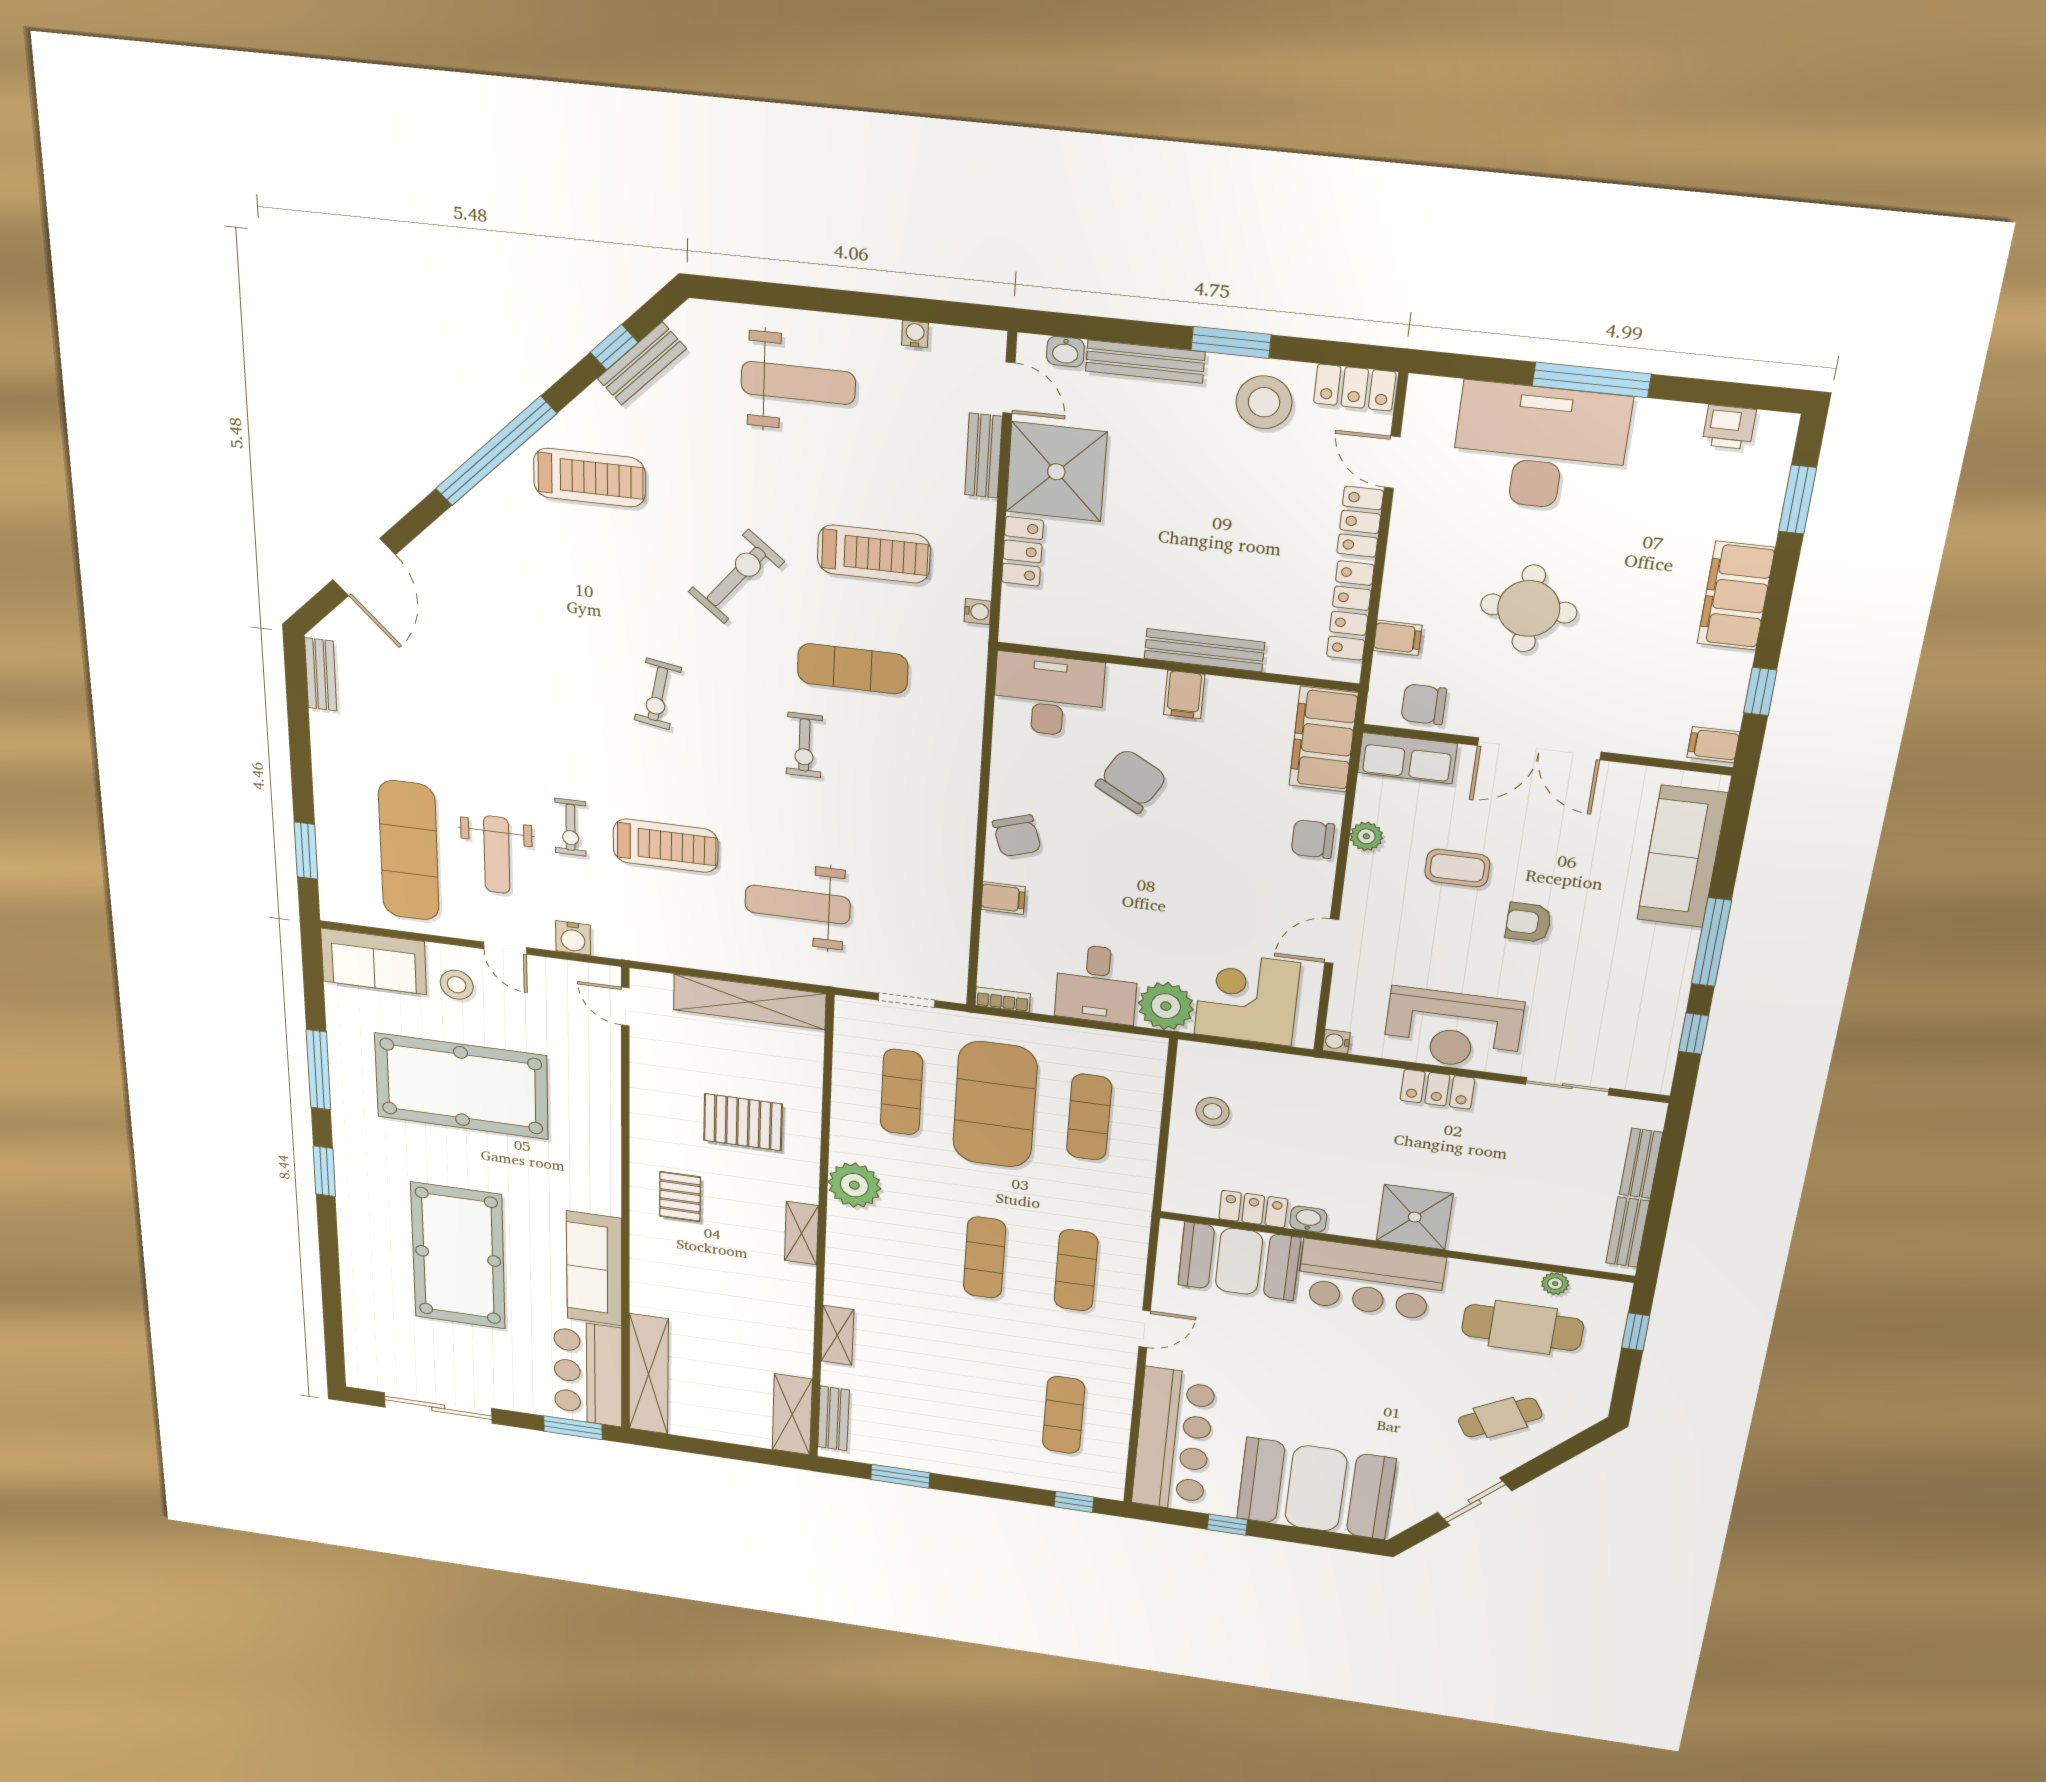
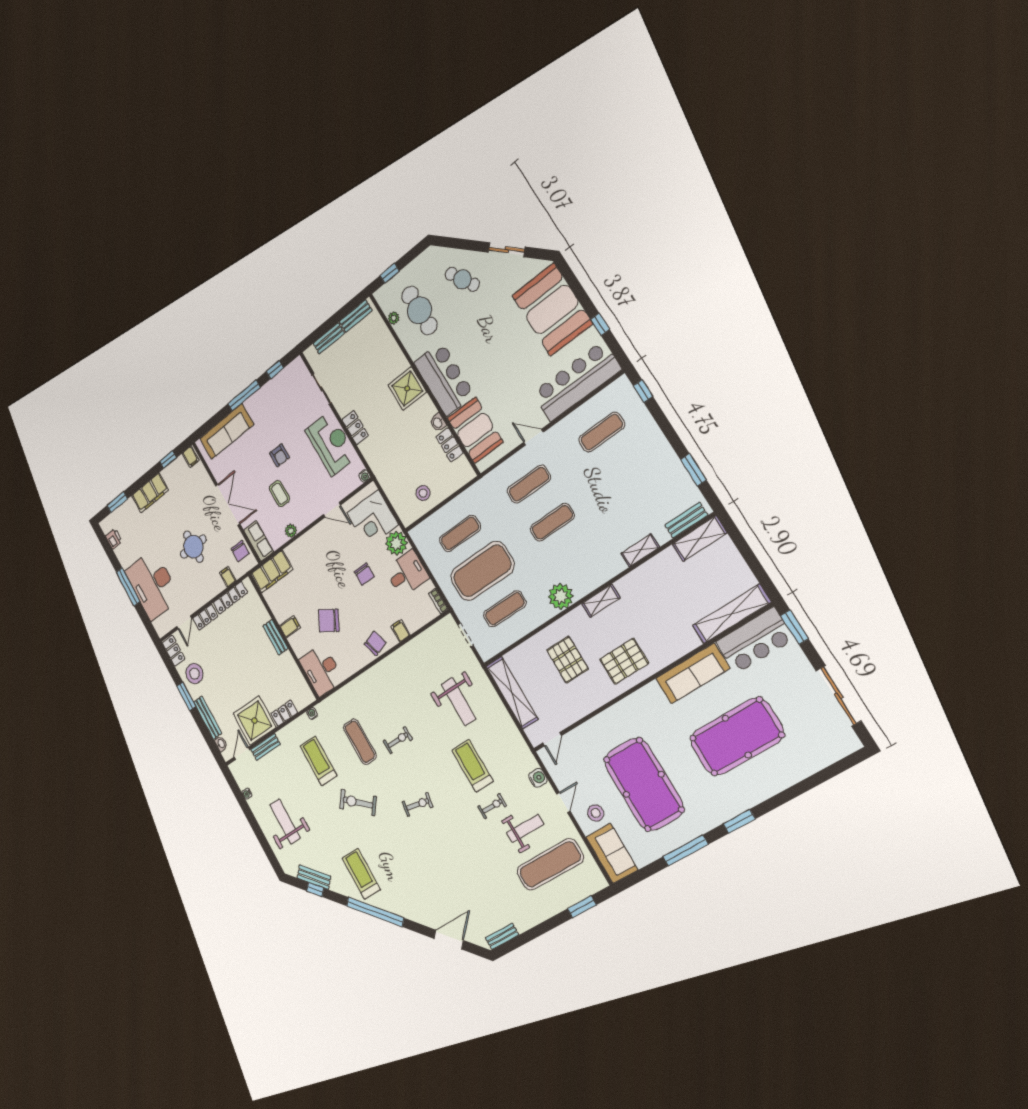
bench: (1204, 650) -> (276, 637), width x0.73
chair: (1313, 839) -> (364, 574), moved
pallet: (680, 1197) -> (624, 661), width x1.50, depth x1.42

